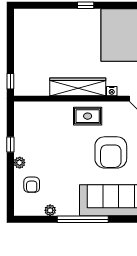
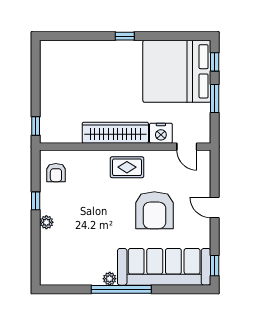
nightstand: (112, 91) -> (161, 133), width x1.89, depth x1.79
armchair: (32, 185) -> (56, 173), moved
plant: (50, 210) -> (110, 279), moved

